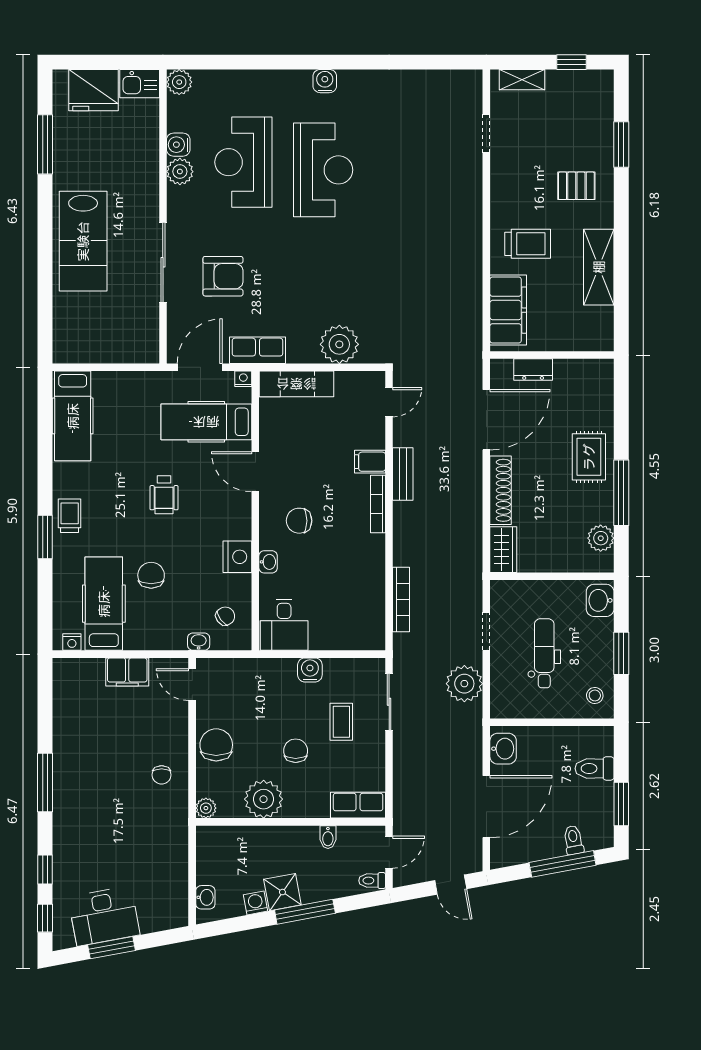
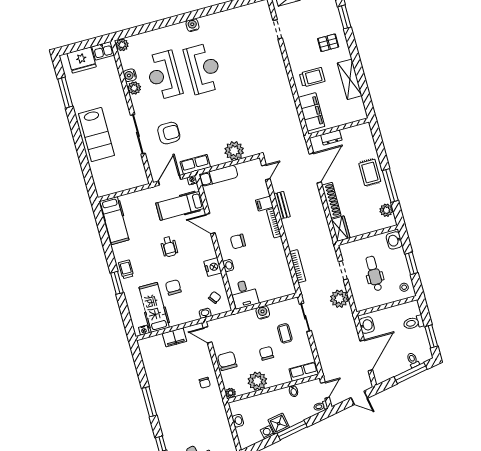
washbasin: (205, 897) -> (238, 421), moved

